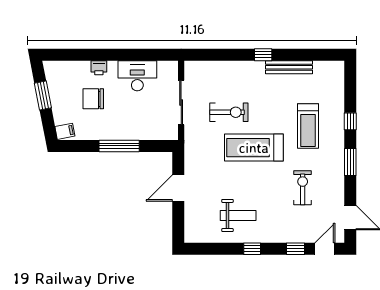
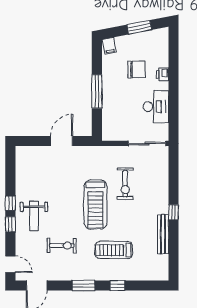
chair: (93, 99) -> (136, 70), turned 90
sliding door: (181, 103) -> (147, 143), moved
treadmill: (254, 148) -> (96, 205), turned 180
door: (178, 188) -> (62, 141), hinge flipped
weight bench: (238, 215) -> (34, 216), moved
window: (296, 249) -> (10, 224), moved

